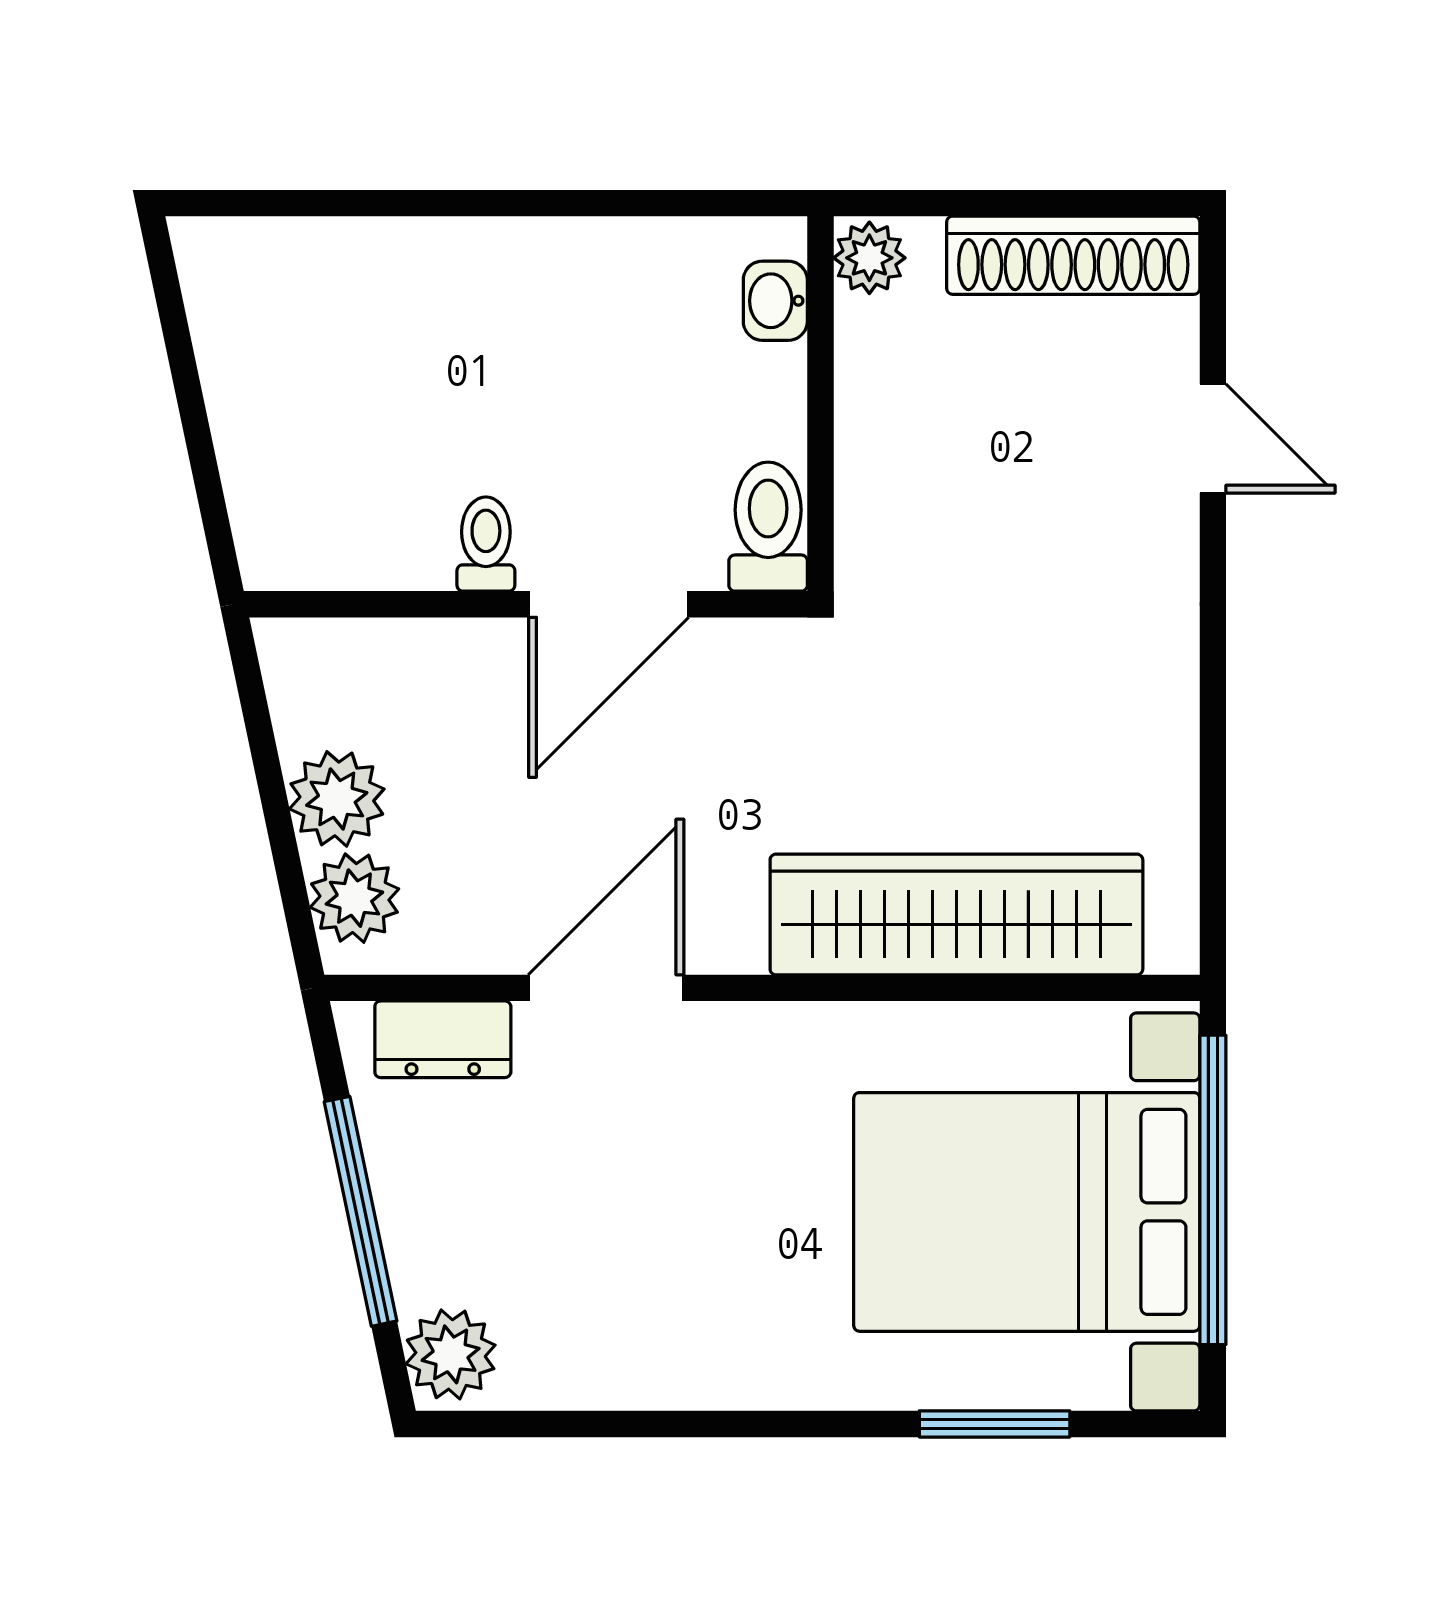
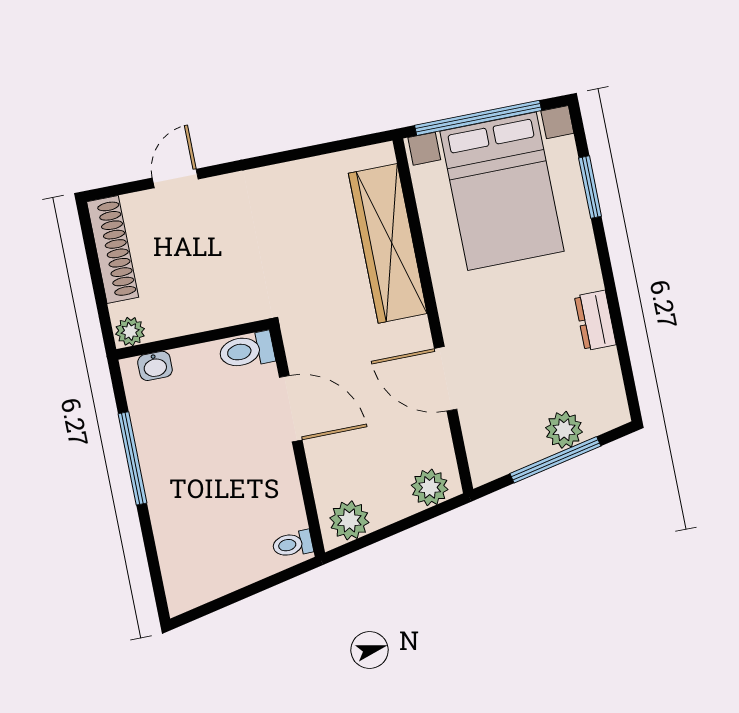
window: (565, 203) -> (133, 458), added
toilet: (486, 544) -> (293, 544), moved
plant: (337, 799) -> (349, 520), moved
dresser: (443, 1039) -> (595, 320), moved, turned 180
plant: (451, 1354) -> (564, 430), moved

